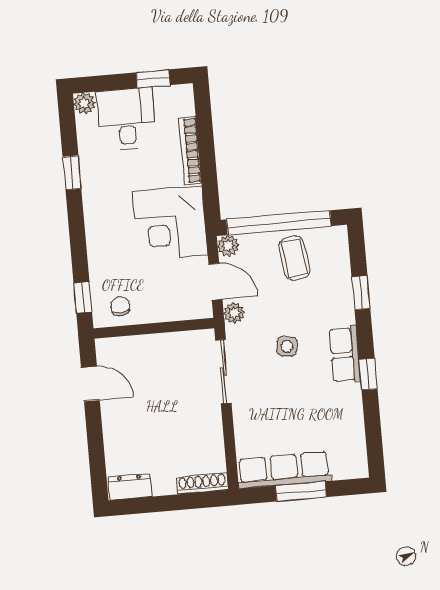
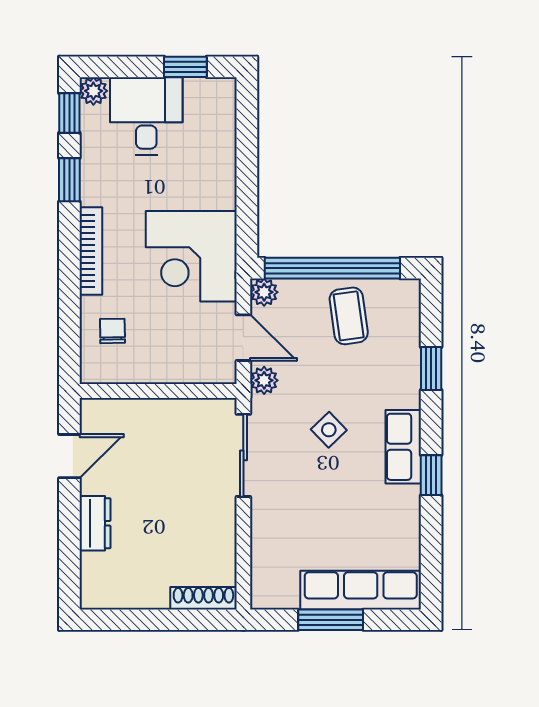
bookcase: (190, 151) -> (91, 251), moved, turned 180
window: (83, 298) -> (69, 113), moved
chair: (120, 306) -> (112, 331), moved
side table: (287, 346) -> (329, 430), turned 38
door: (90, 384) -> (69, 456), hinge flipped
row of seats: (284, 470) -> (361, 590), moved
dresser: (130, 487) -> (95, 523), moved, turned 90

